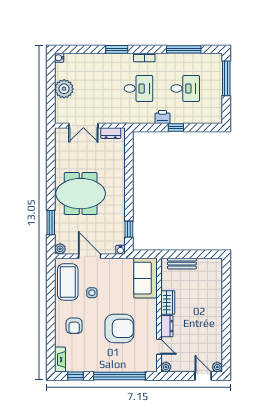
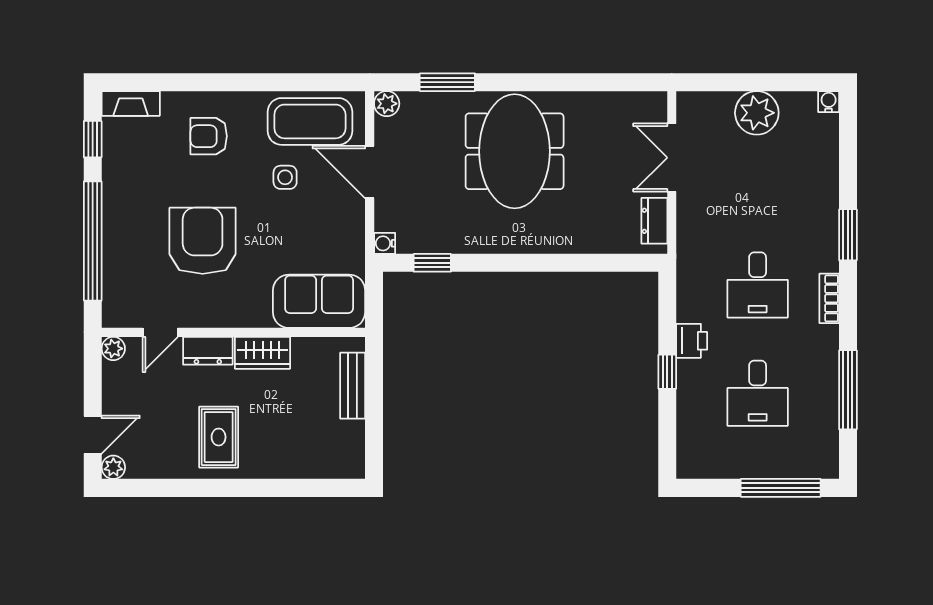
door: (90, 256) -> (370, 172), swing flipped
rug: (204, 321) -> (219, 437), added
armchair: (119, 328) -> (203, 241), turned 180

